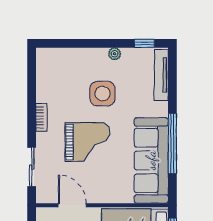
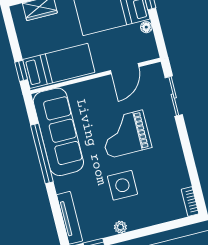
bookcase: (41, 117) -> (190, 202), moved
door: (72, 205) -> (125, 69), hinge flipped

